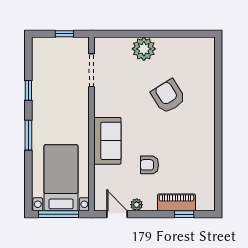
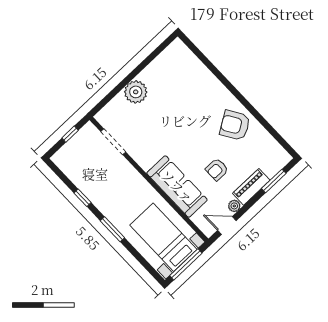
armchair: (168, 96) -> (235, 125), moved
sofa: (107, 141) -> (177, 186), width x1.36
piano: (176, 202) -> (251, 187), moved
window: (184, 214) -> (274, 181), width x1.50

